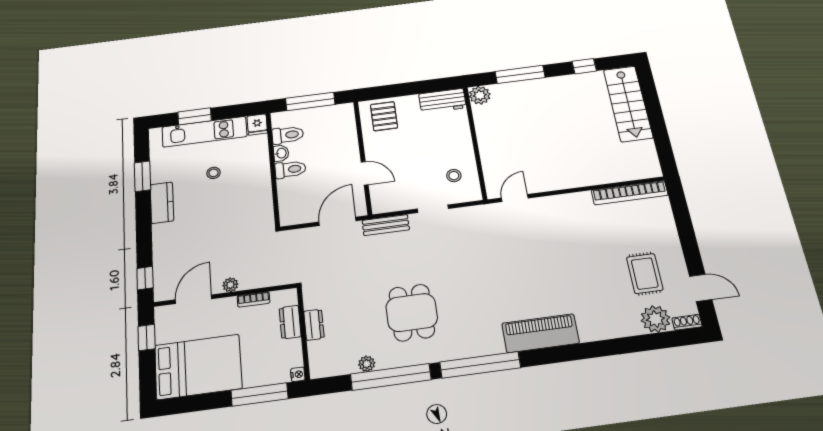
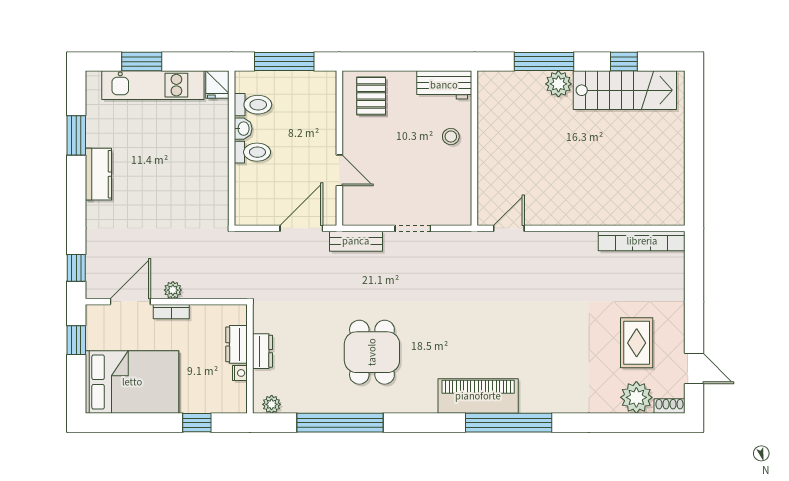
plant: (480, 95) -> (558, 84), moved
stairs: (628, 104) -> (625, 90), moved, turned -90
stool: (214, 173) -> (161, 143), removed
stool: (454, 176) -> (451, 137), moved
bookcase: (254, 299) -> (171, 312), moved
piano: (540, 333) -> (478, 396), moved
plant: (367, 364) -> (272, 404), moved
window: (480, 365) -> (509, 423), moved
nightstand: (298, 374) -> (240, 373), moved
window: (259, 395) -> (197, 423), width x0.46

